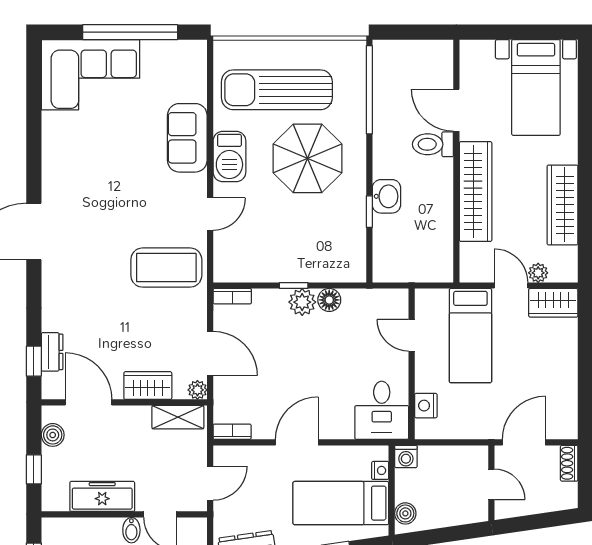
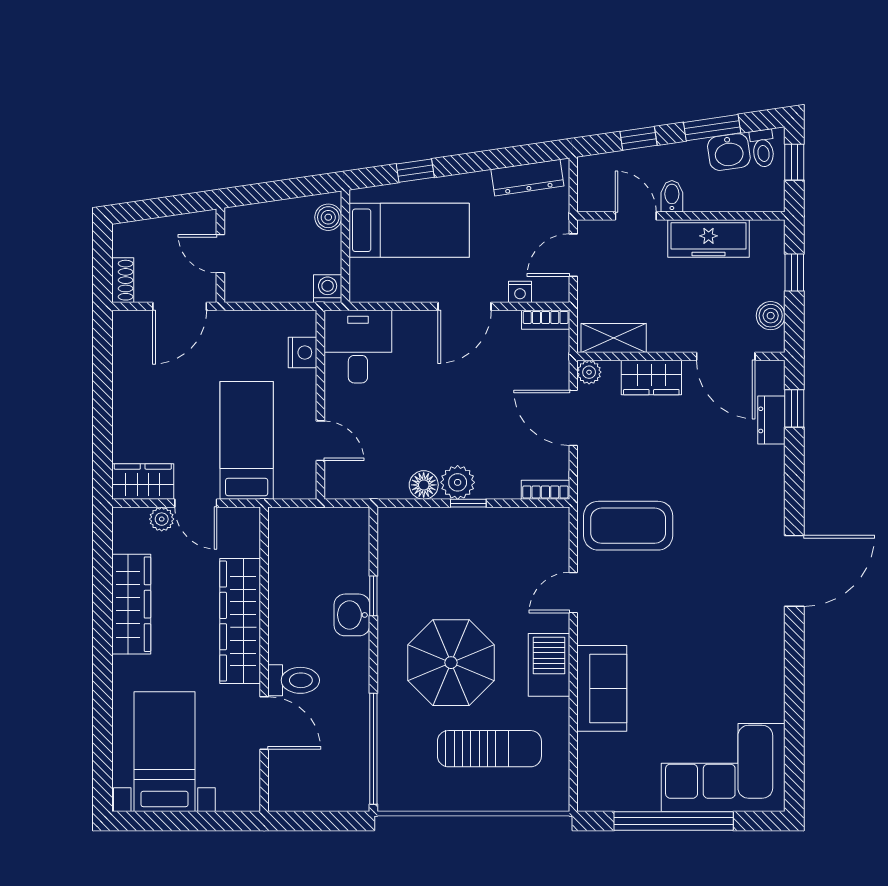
sun lounger: (277, 90) -> (489, 749), width x0.73, depth x0.75
nightstand: (380, 470) -> (520, 292), moved, turned -90

